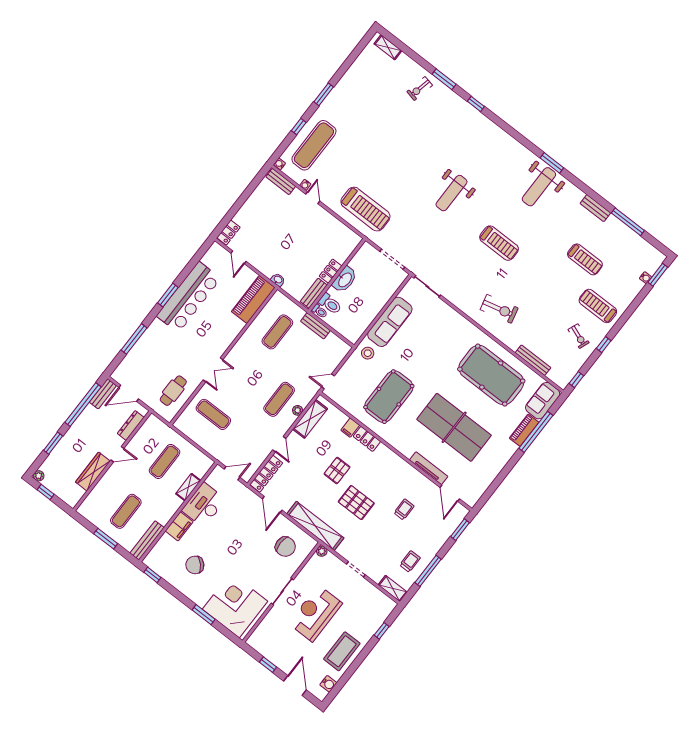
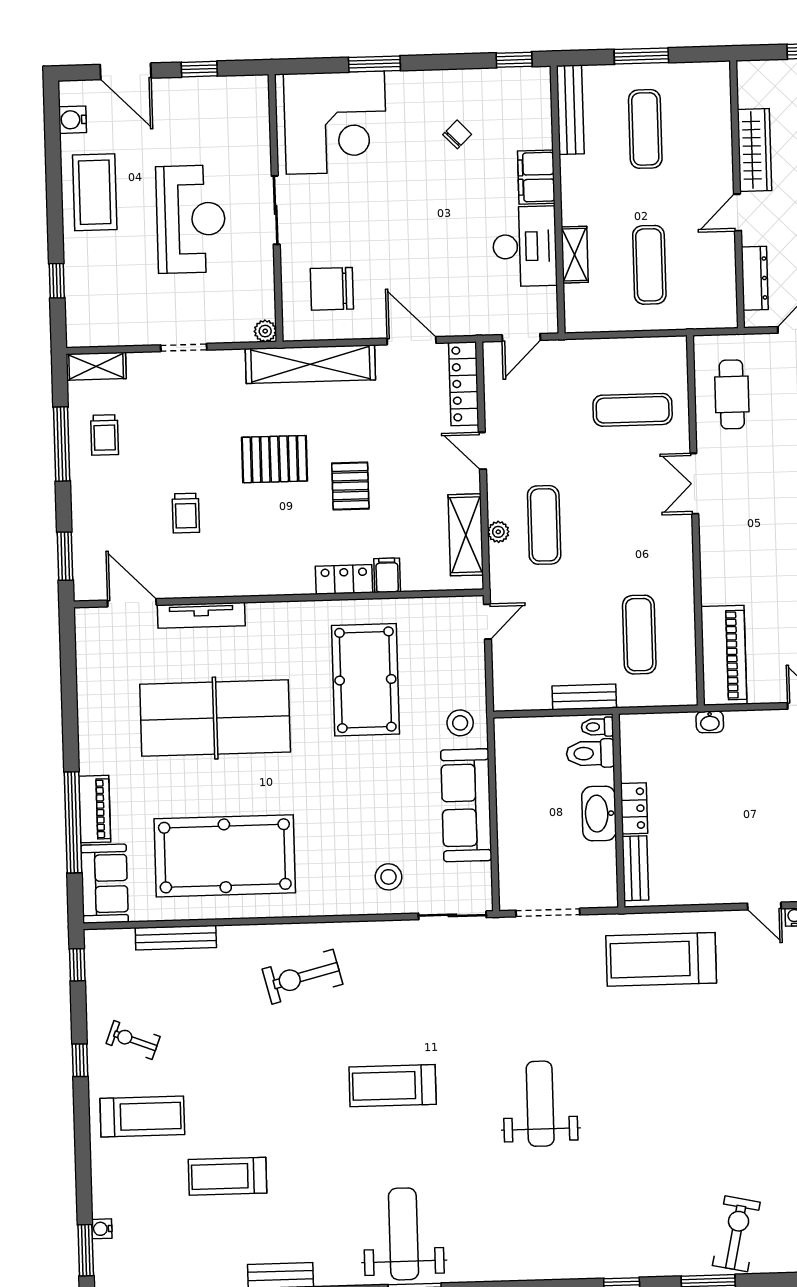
exercise bike: (420, 88) -> (736, 1234), width x1.38, depth x1.39
bench: (314, 293) -> (635, 868), moved
stool: (439, 319) -> (389, 877), added
chair: (195, 565) -> (457, 134), width x0.54, depth x0.54

